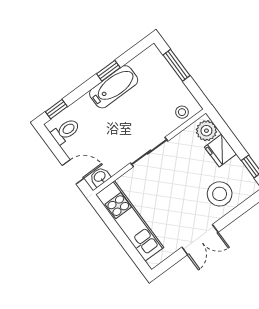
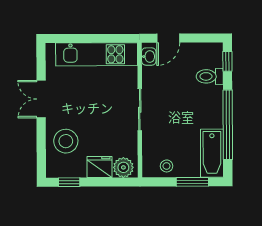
window: (108, 71) -> (228, 125), width x3.17
bathtub: (114, 87) -> (212, 153), moved
stool: (182, 112) -> (167, 166), moved
toilet: (65, 131) -> (210, 76), moved, turned 90

